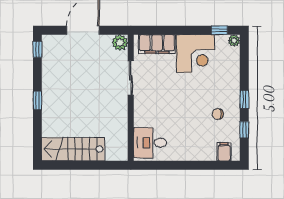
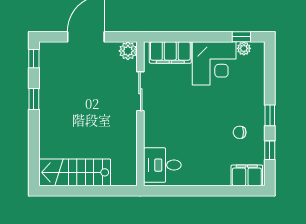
plant: (234, 40) -> (244, 48), moved
window: (37, 101) -> (34, 99), moved
filing cabinet: (224, 152) -> (247, 175), width x2.00

